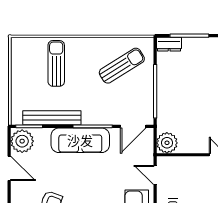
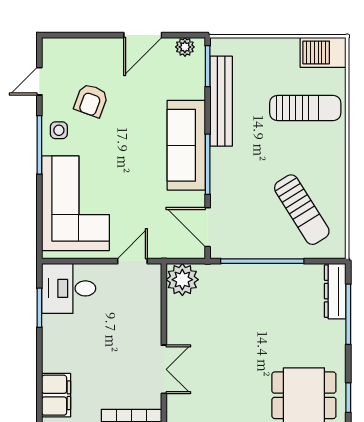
dresser: (169, 44) -> (335, 291), width x1.44
barbecue: (20, 52) -> (323, 52), added
plant: (22, 141) -> (185, 47), width x0.53, depth x0.53

